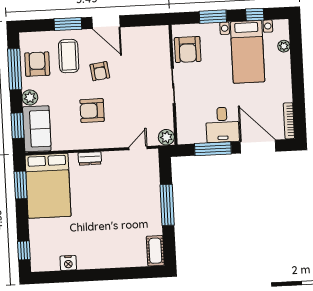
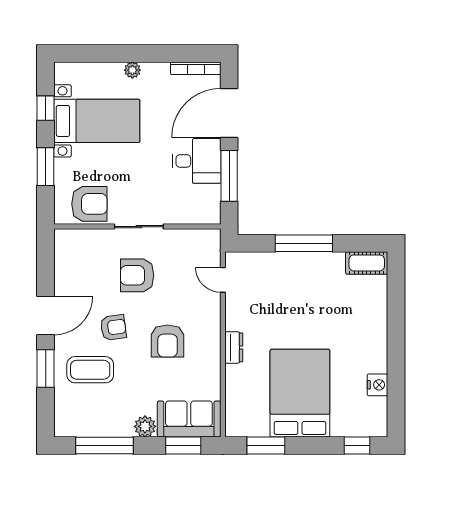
plant: (284, 46) -> (132, 70), moved
armchair: (37, 64) -> (137, 275), moved
plant: (166, 137) -> (210, 240), removed
bed: (48, 186) -> (300, 393), moved, turned -90

